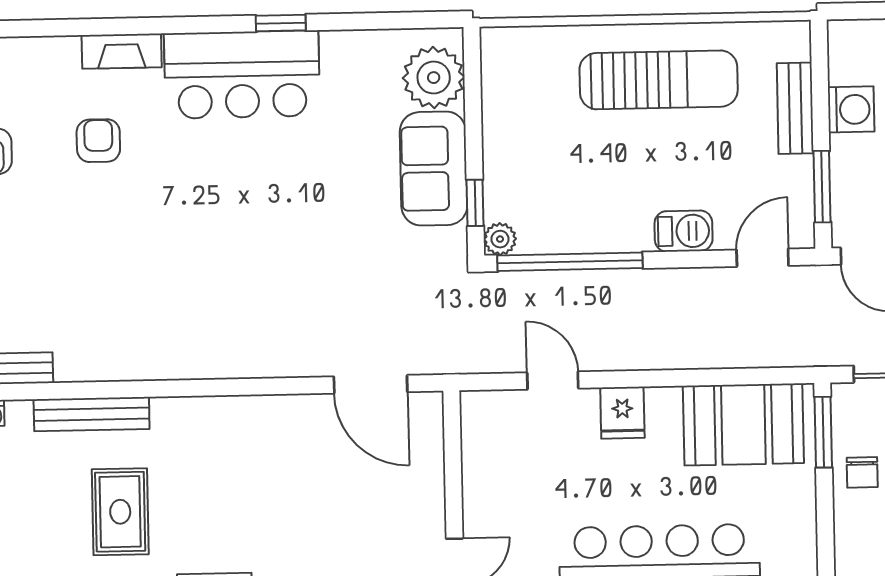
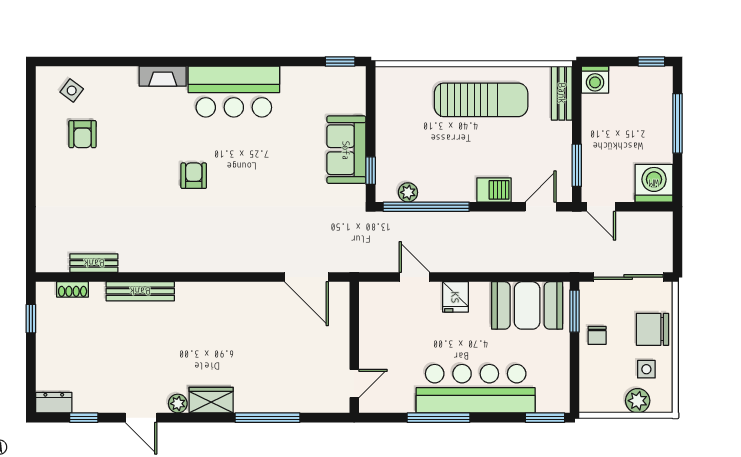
window: (281, 23) -> (340, 61), moved
plant: (434, 78) -> (348, 96), removed
bench: (795, 108) -> (562, 93), moved
washing machine: (851, 109) -> (595, 80), moved, turned 90
armchair: (98, 141) -> (194, 176), moved
plant: (500, 239) -> (408, 192), moved
rug: (120, 512) -> (156, 350), removed

